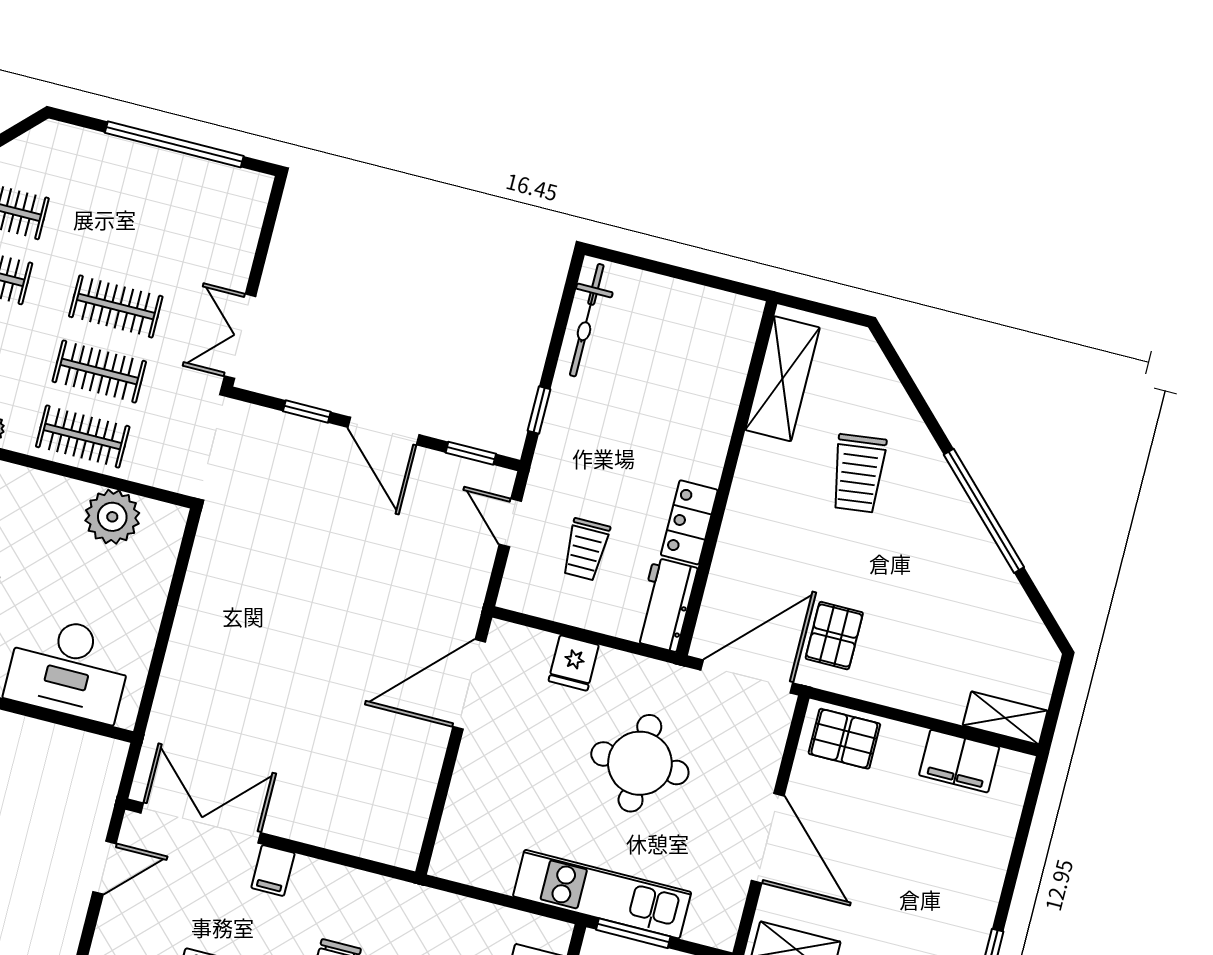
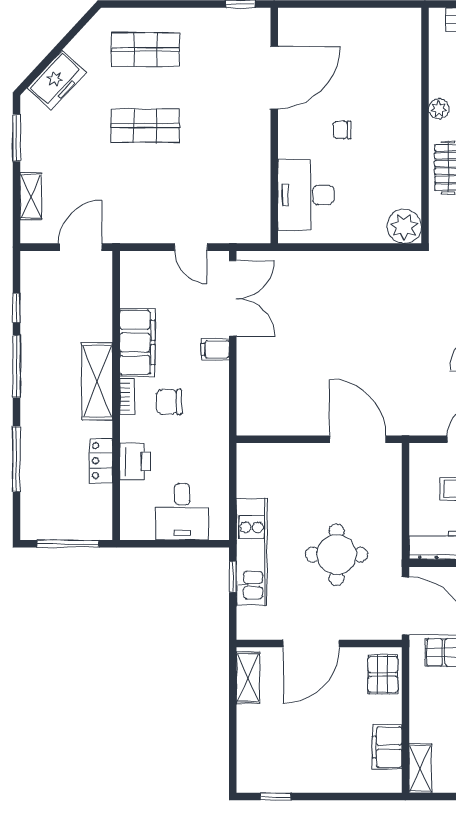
plant: (112, 517) -> (404, 226), moved
fridge: (574, 663) -> (387, 499), removed
window: (633, 933) -> (233, 577), width x0.67

